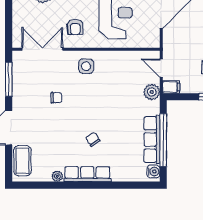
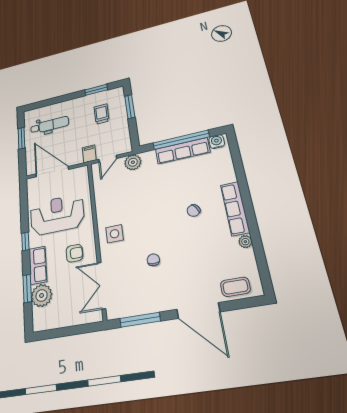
filing cabinet: (171, 87) -> (89, 154), moved
coffee table: (22, 161) -> (235, 287), width x0.73, depth x0.77

